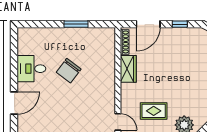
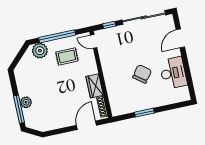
window: (180, 24) -> (61, 131), removed
desk: (31, 69) -> (173, 73), width x1.37

